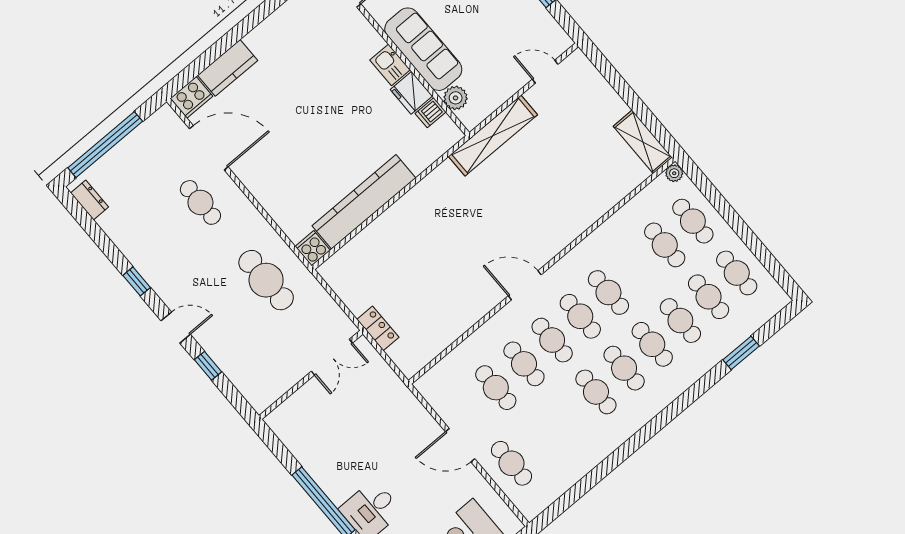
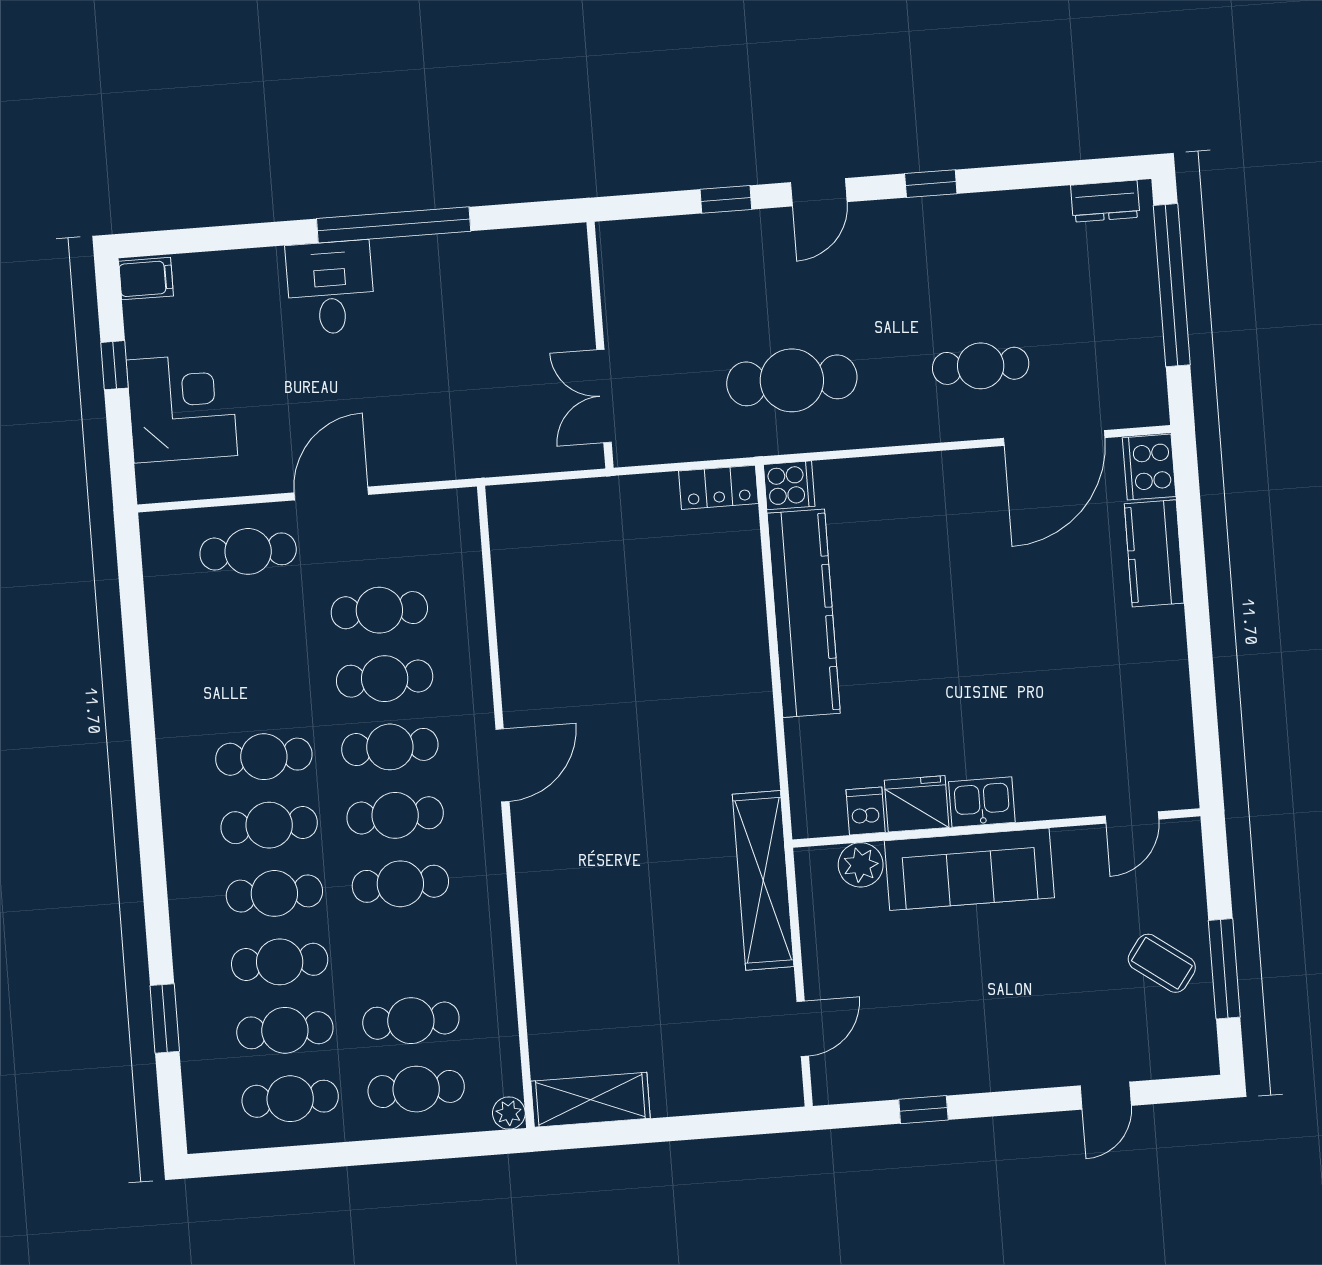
locker: (378, 328) -> (718, 487), moved

